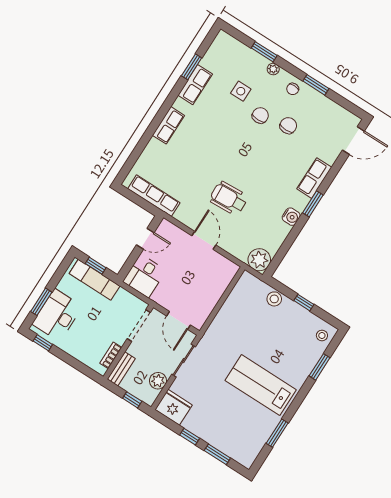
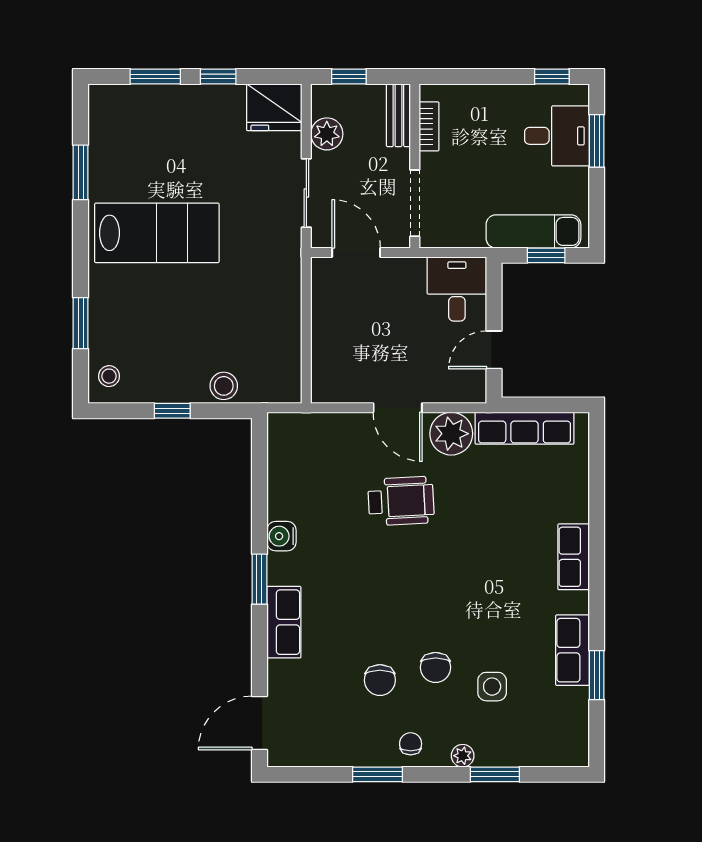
plant: (259, 260) -> (451, 434), moved
desk: (57, 315) -> (557, 136), width x0.73

